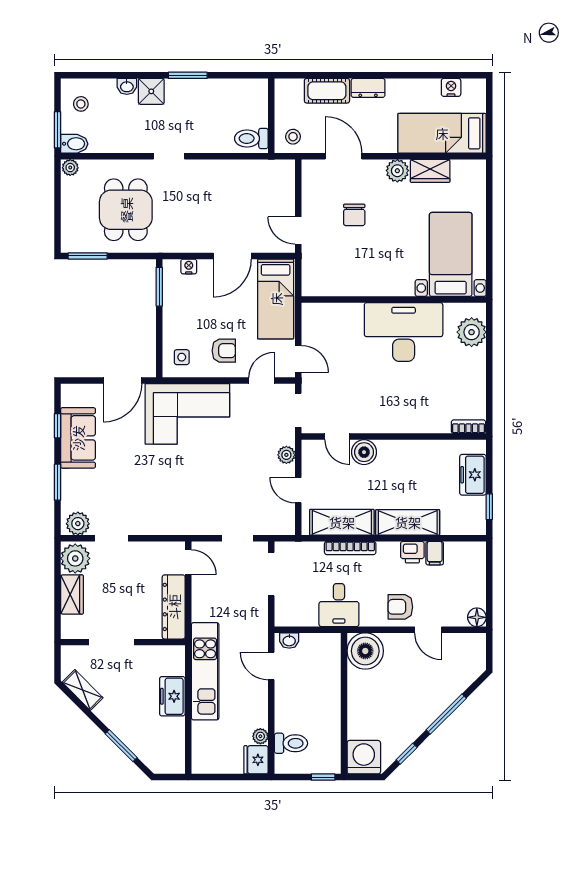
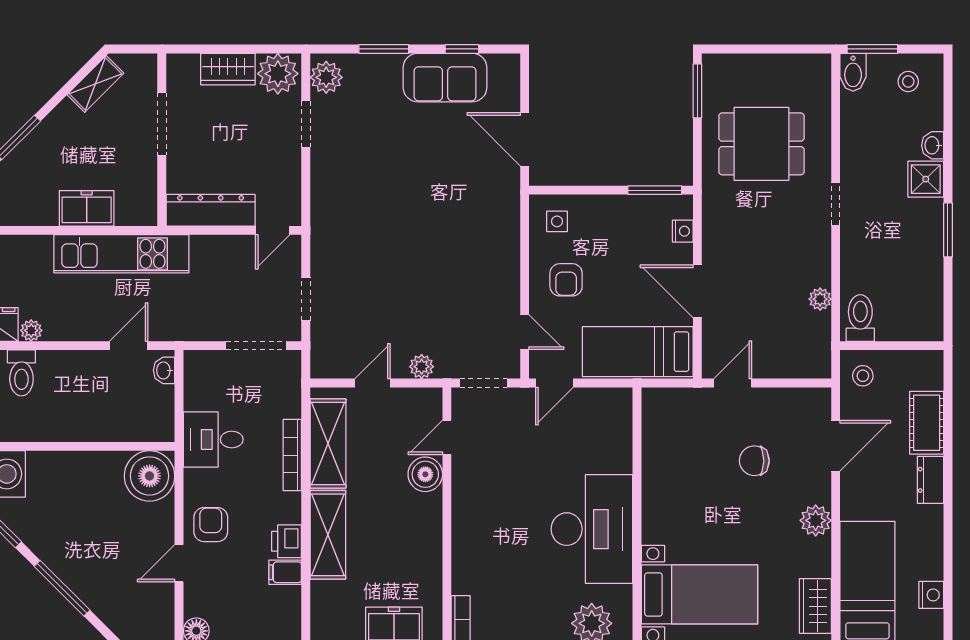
plant: (70, 168) -> (820, 299), moved
wardrobe: (430, 171) -> (815, 606), moved
corner sofa: (187, 414) -> (478, 229), removed

